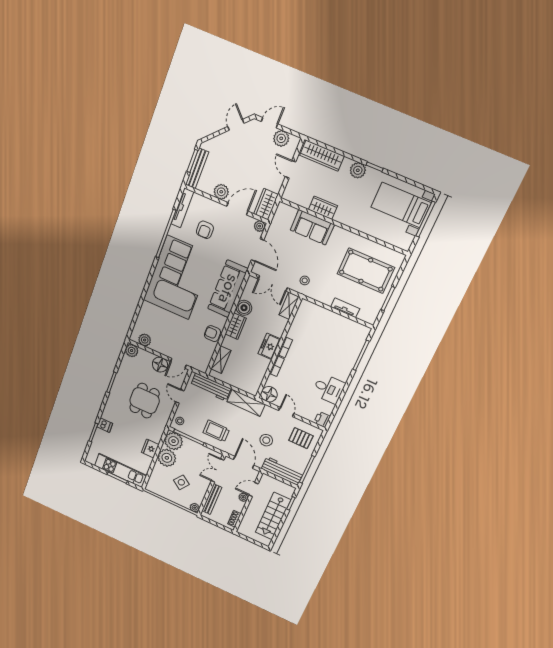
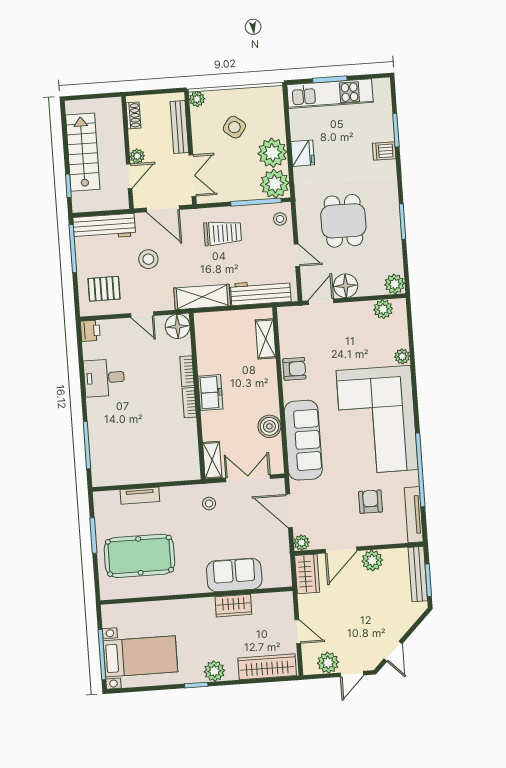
plant: (146, 307) -> (402, 356), added
wardrobe: (236, 326) -> (268, 396), removed

